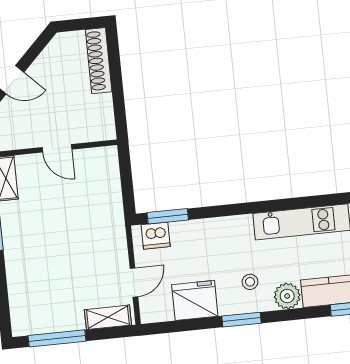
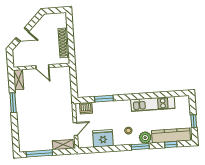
shoe rack: (99, 61) -> (64, 43), moved
window: (168, 216) -> (104, 99), moved
window: (241, 320) -> (140, 147), moved

